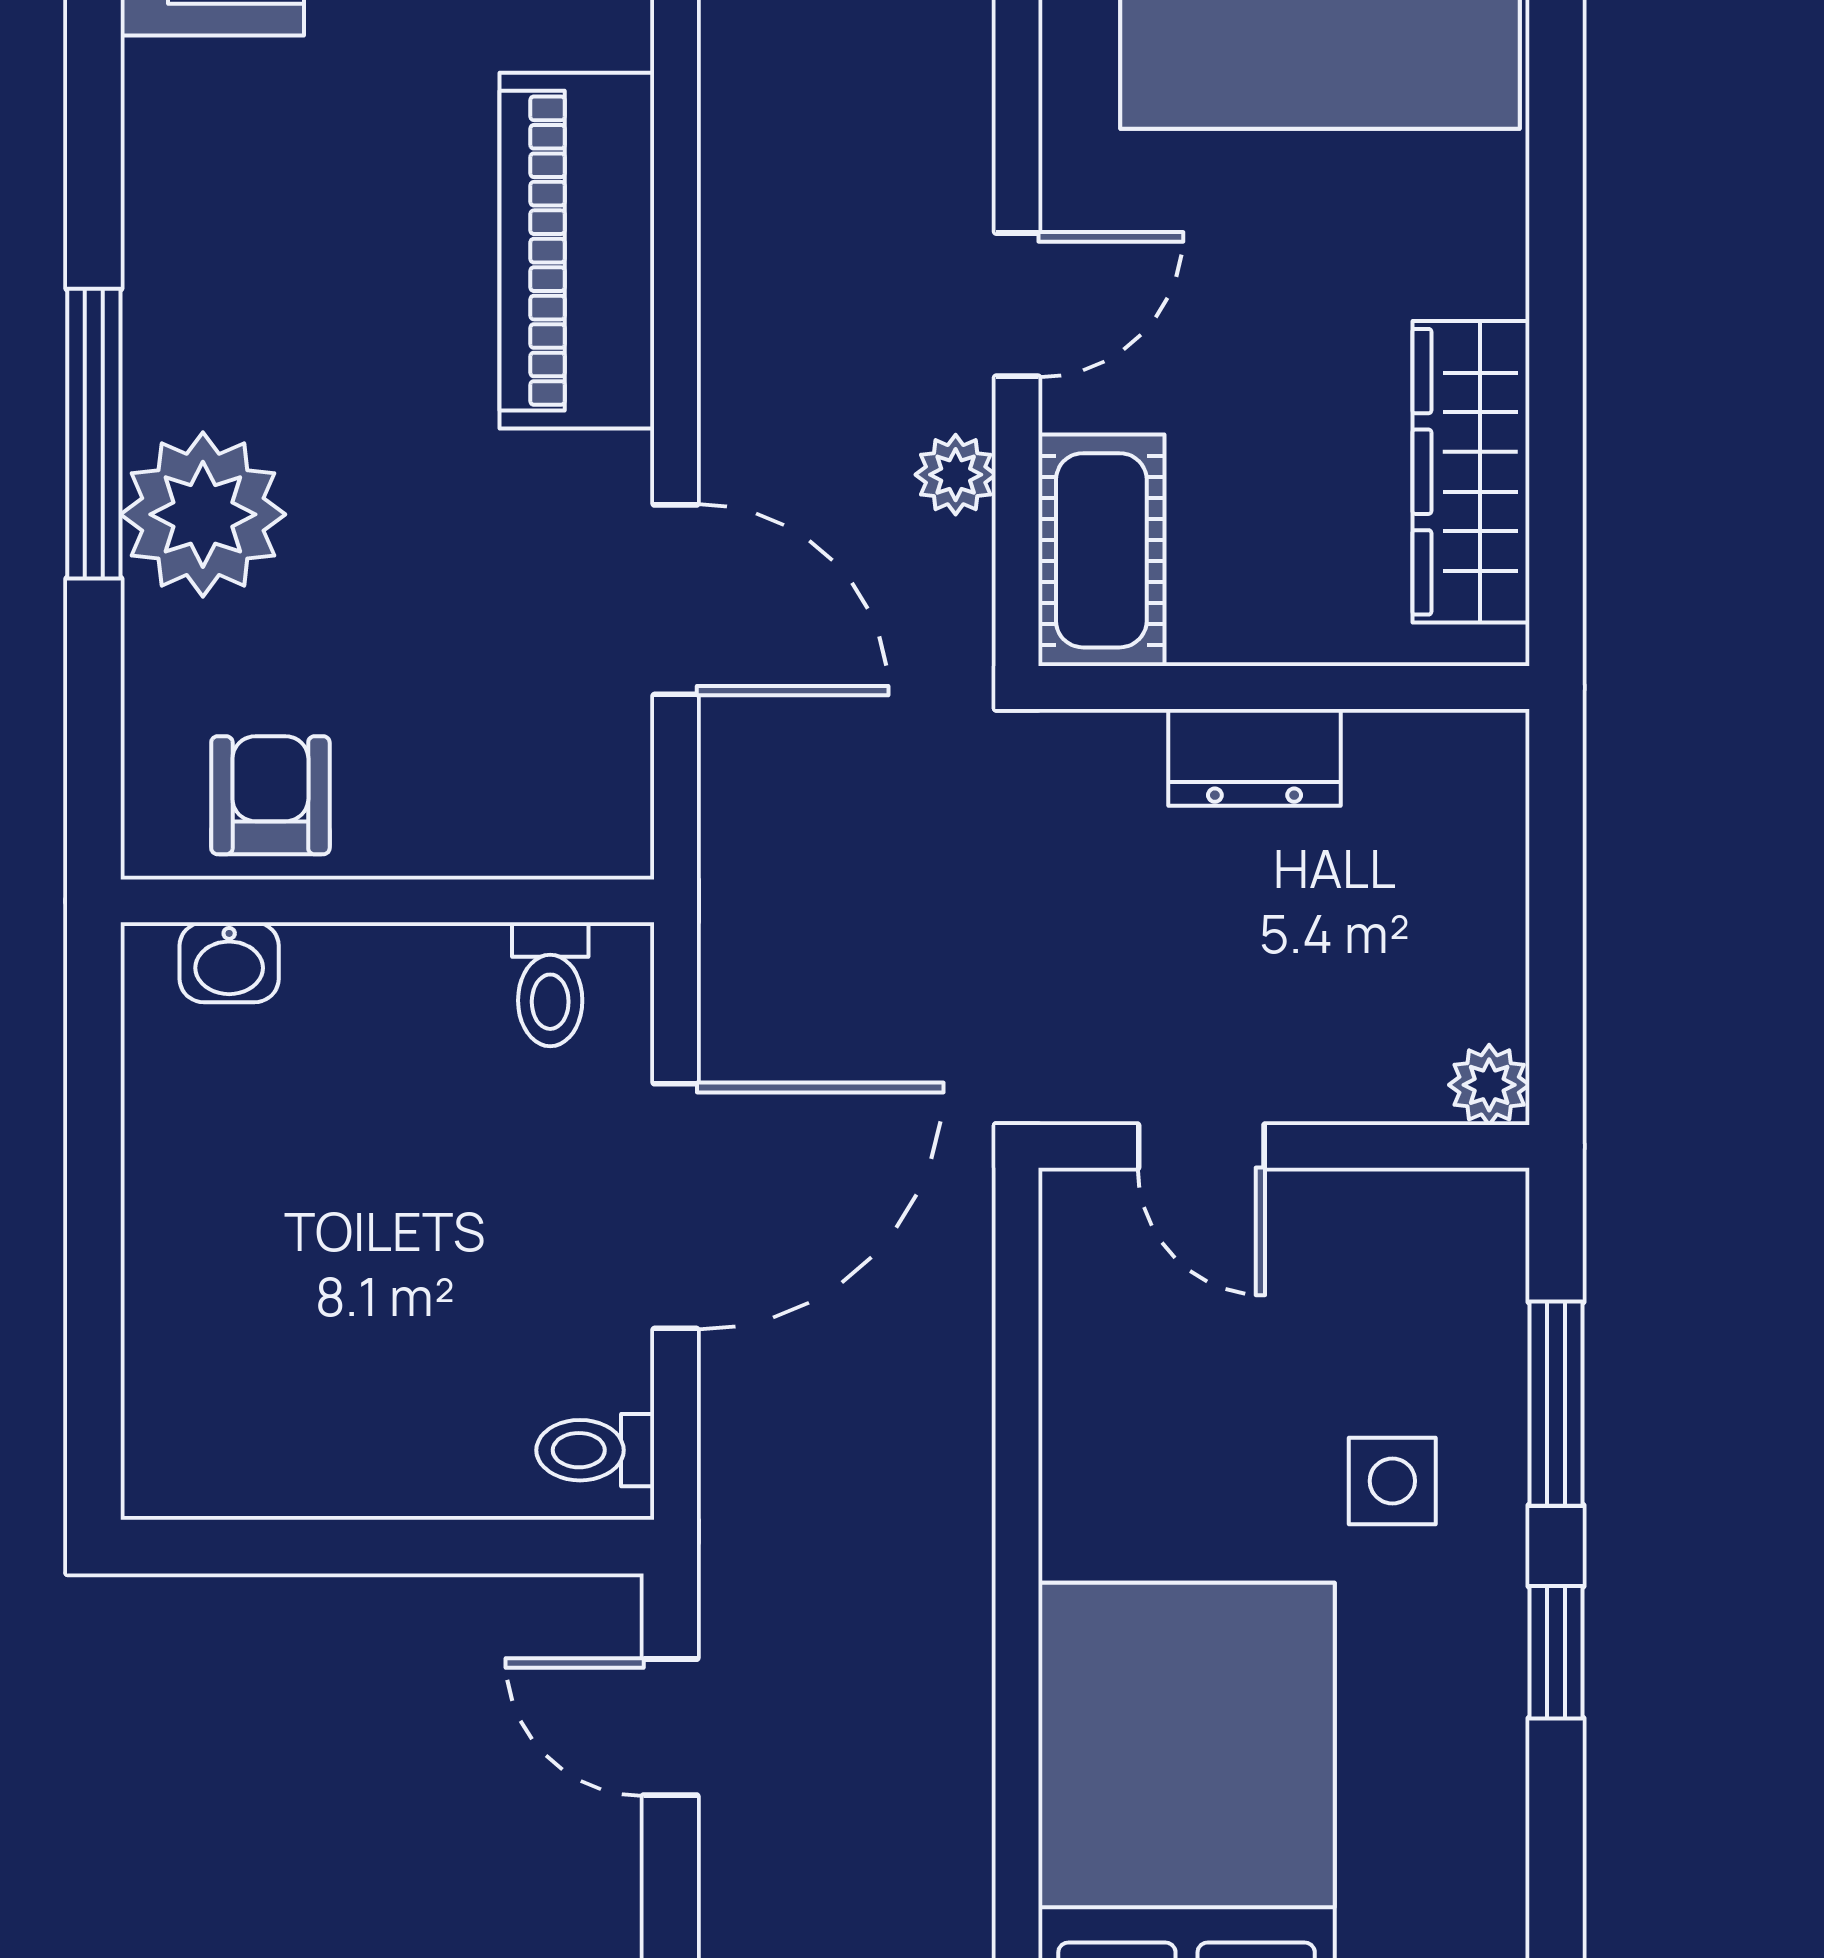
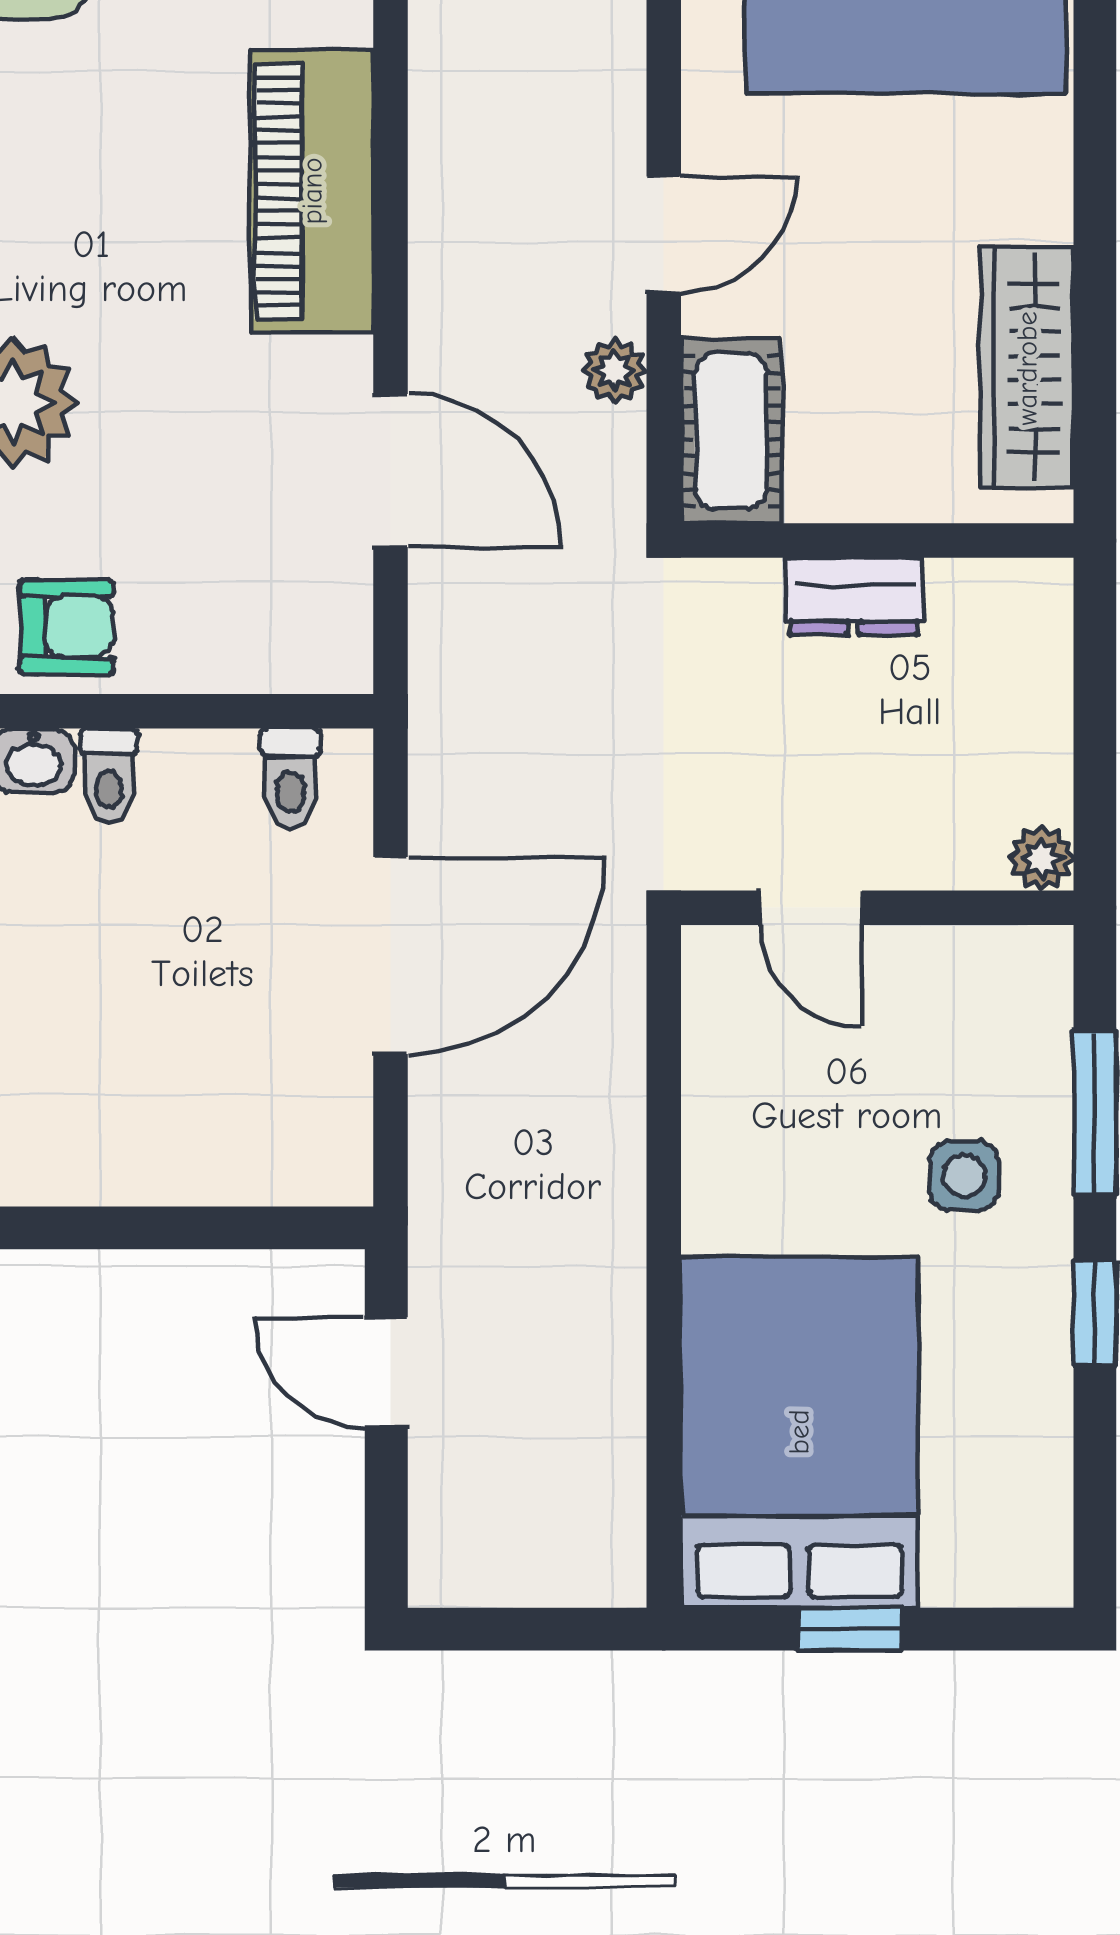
armchair: (270, 795) -> (66, 627), turned 90
toilet: (595, 1450) -> (109, 775), moved, turned -90

